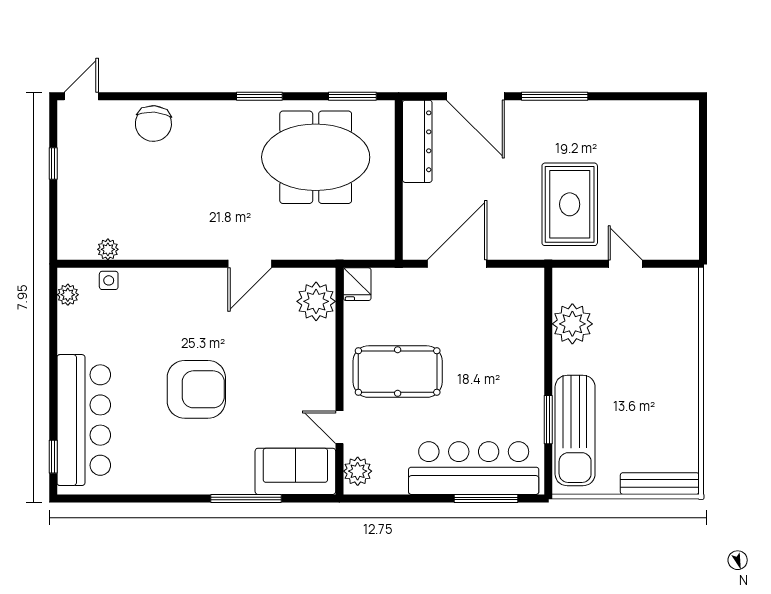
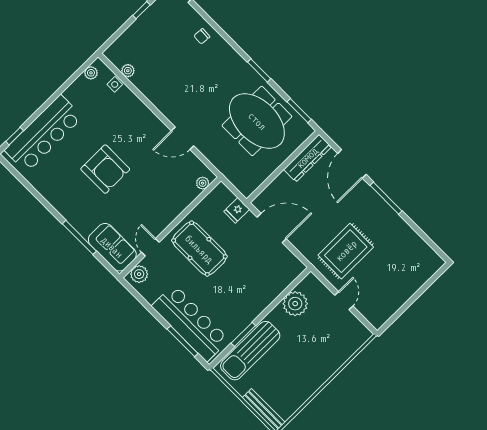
chair: (153, 124) -> (202, 36), width x0.54, depth x0.54
fridge: (357, 284) -> (237, 210), moved
plant: (316, 301) -> (203, 183), width x0.53, depth x0.53

